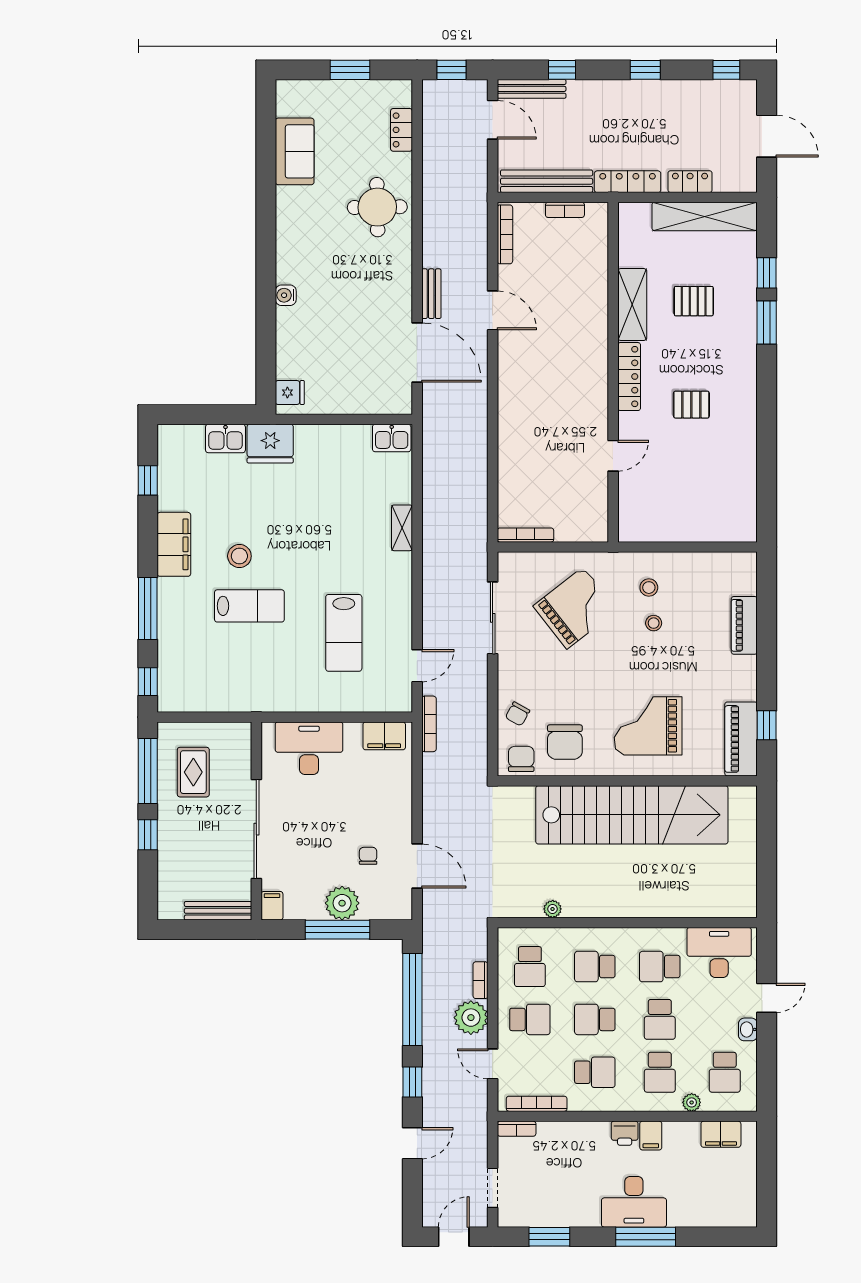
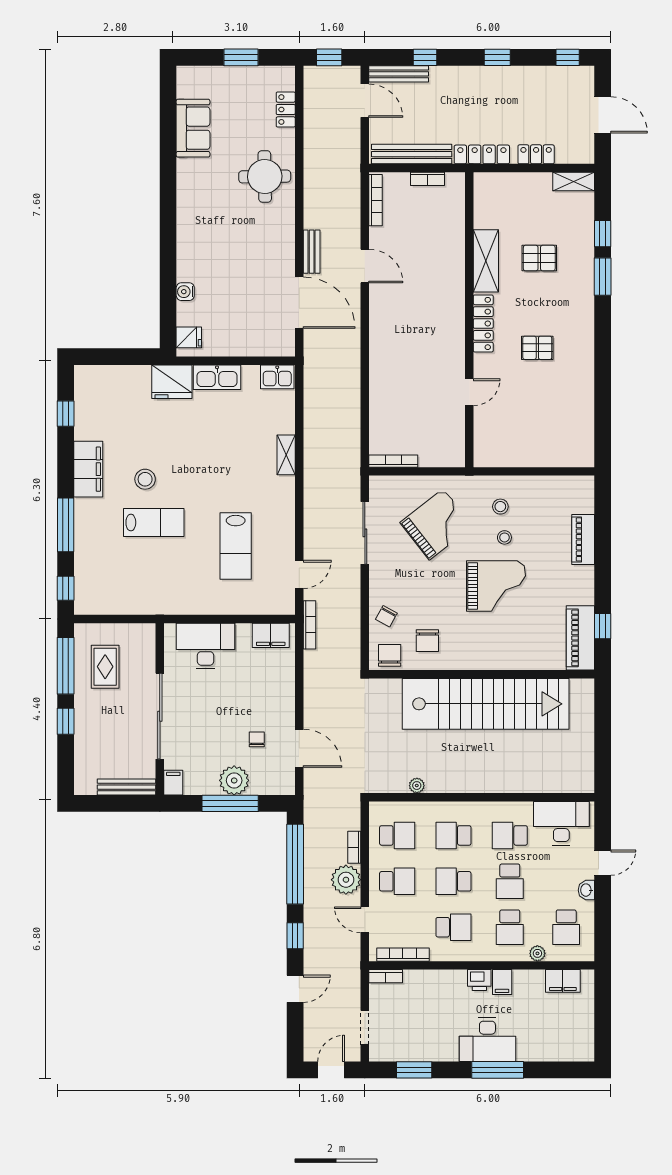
shelving: (705, 216) -> (574, 181), width x0.45, depth x0.75
water cooler: (286, 295) -> (185, 292), moved
kitchen sink: (225, 438) -> (217, 377), moved, width x1.38
grand piano: (648, 726) -> (496, 586), moved, turned 180
chair: (565, 742) -> (427, 641), width x0.73, depth x0.73
school desk: (530, 967) -> (397, 835), turned -90

